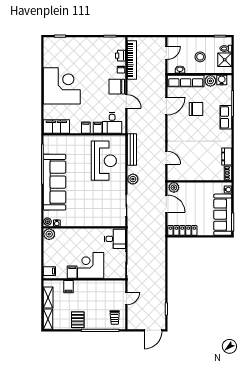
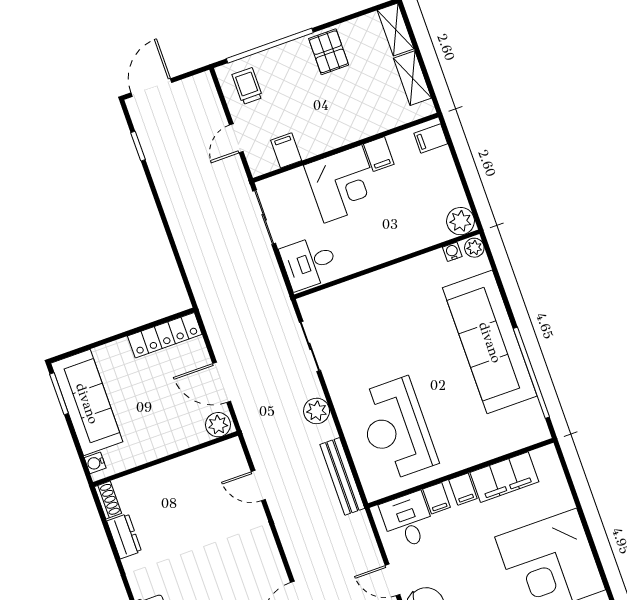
filing cabinet: (56, 126) -> (504, 477), moved
filing cabinet: (68, 287) -> (286, 150), moved

